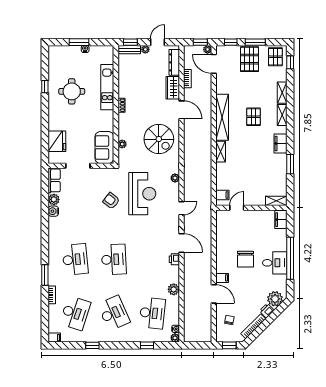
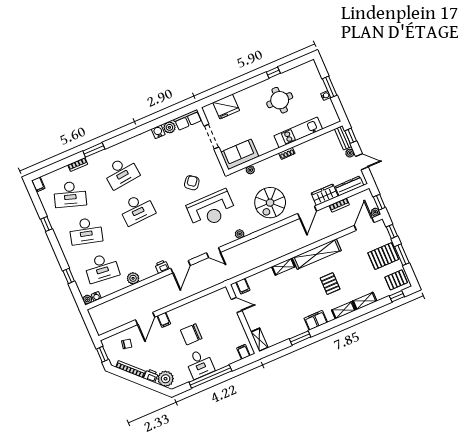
pallet: (253, 117) -> (330, 284), turned 90
filing cabinet: (281, 220) -> (243, 352), width x0.50
desk: (114, 313) -> (86, 231), turned 39

